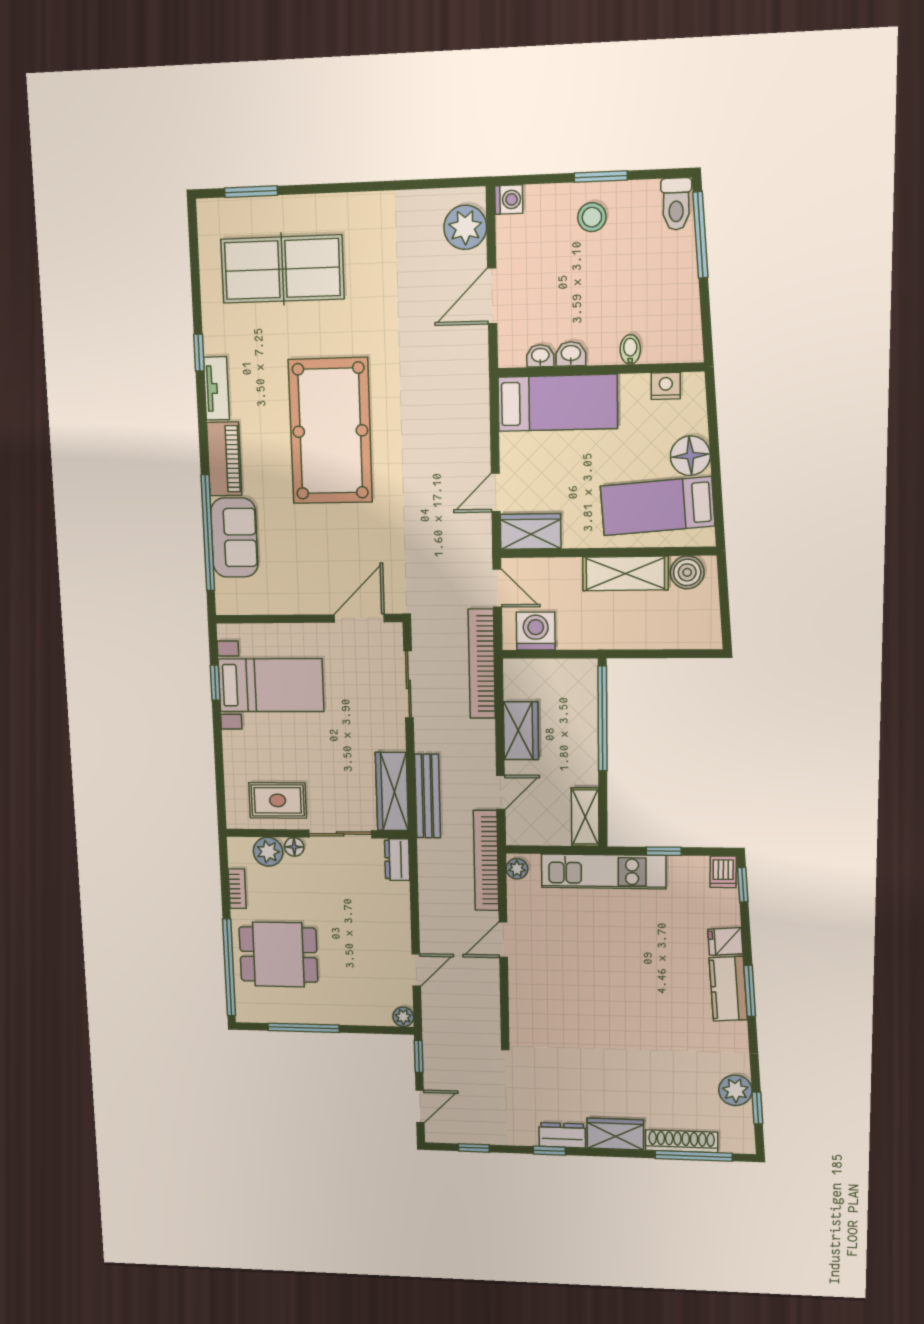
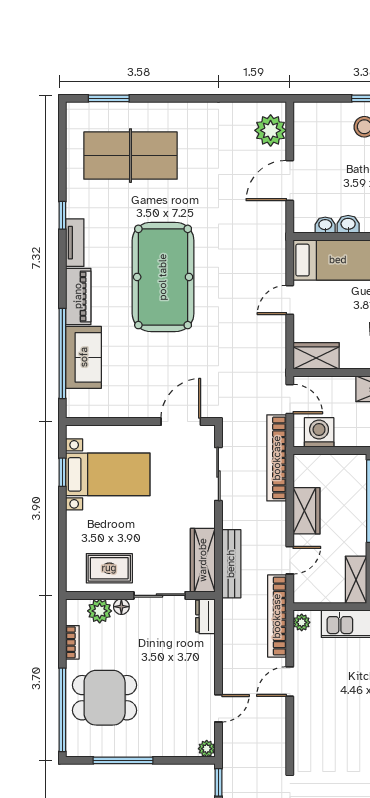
washing machine: (509, 200) -> (303, 112), removed
door: (496, 493) -> (290, 300), moved

